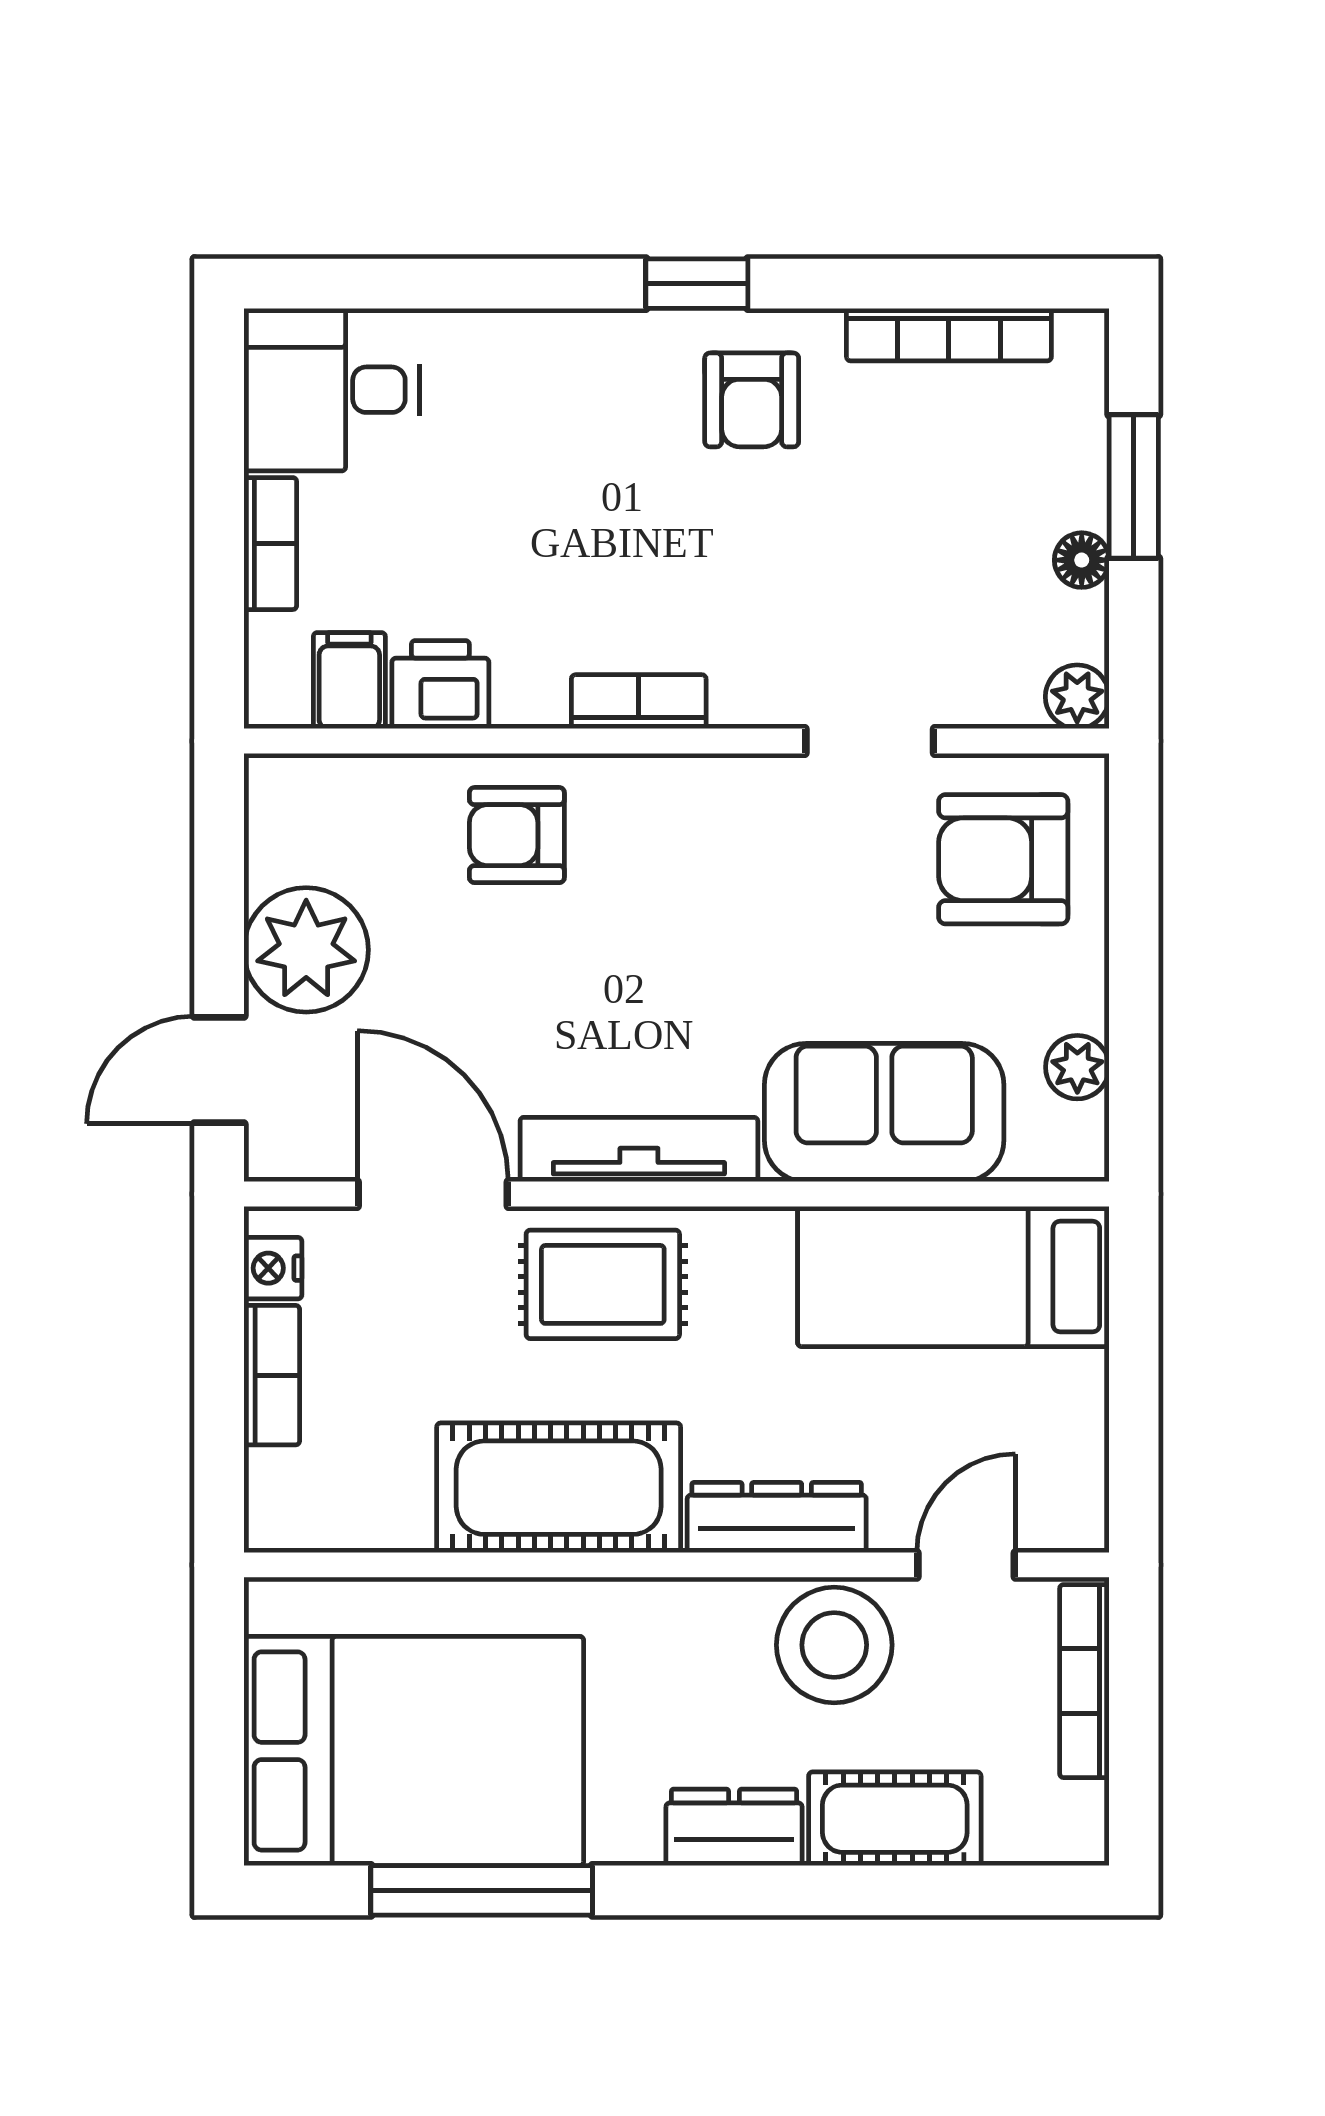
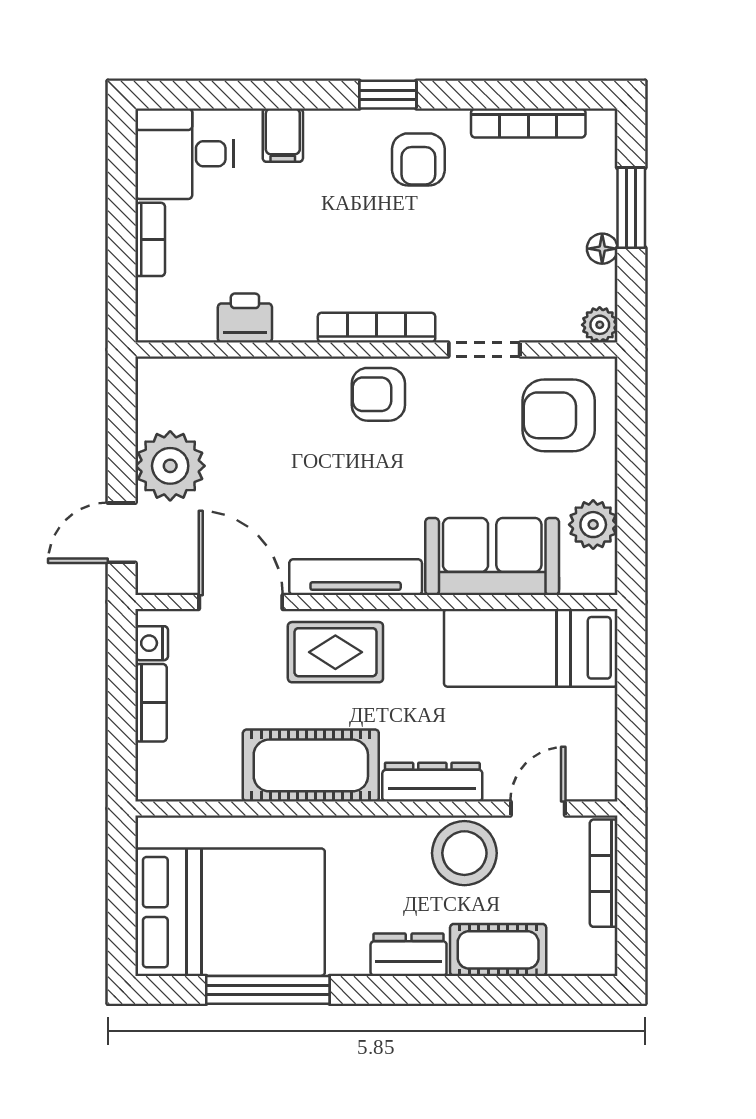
filing cabinet: (349, 681) -> (283, 135), moved, turned 180
bookcase: (639, 702) -> (377, 328), width x1.56
armchair: (517, 835) -> (378, 394), moved
plant: (1077, 1067) -> (593, 525), width x1.38, depth x1.38

